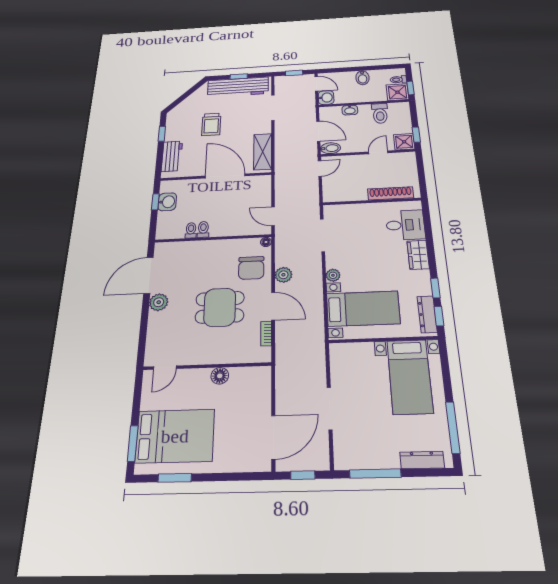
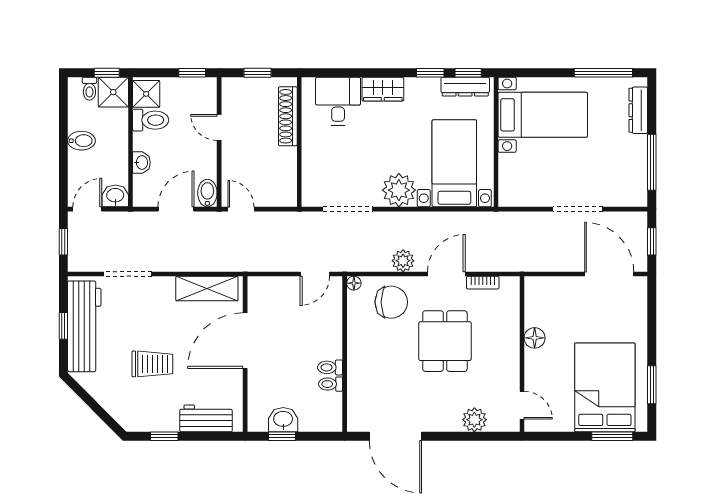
shower: (404, 142) -> (146, 94), moved
window: (421, 173) -> (258, 73), added
plant: (333, 275) -> (399, 190), width x1.88, depth x1.88
plant: (159, 302) -> (474, 420), moved

